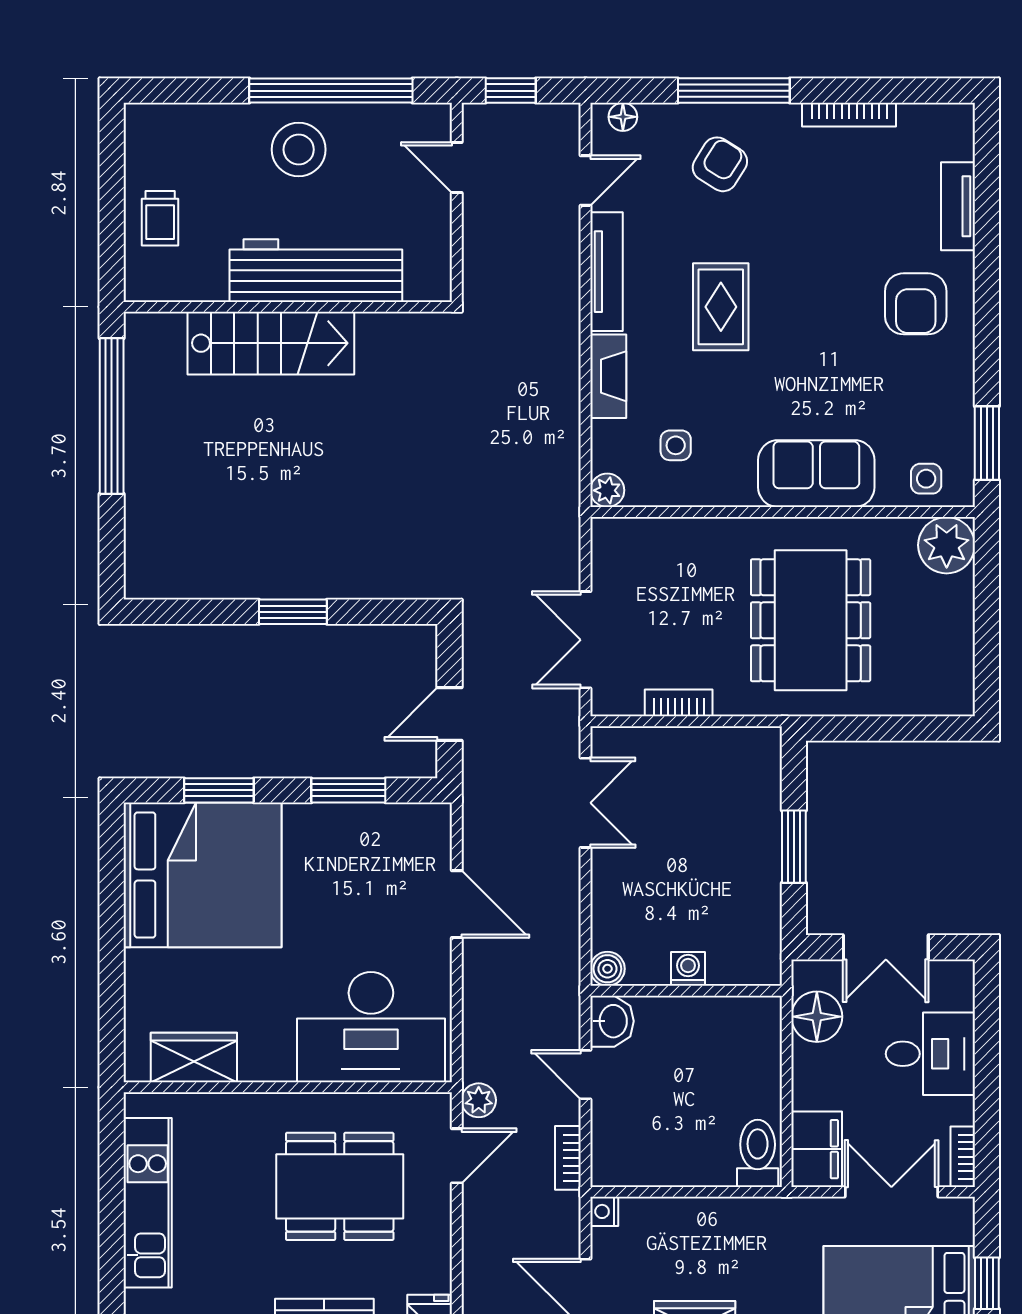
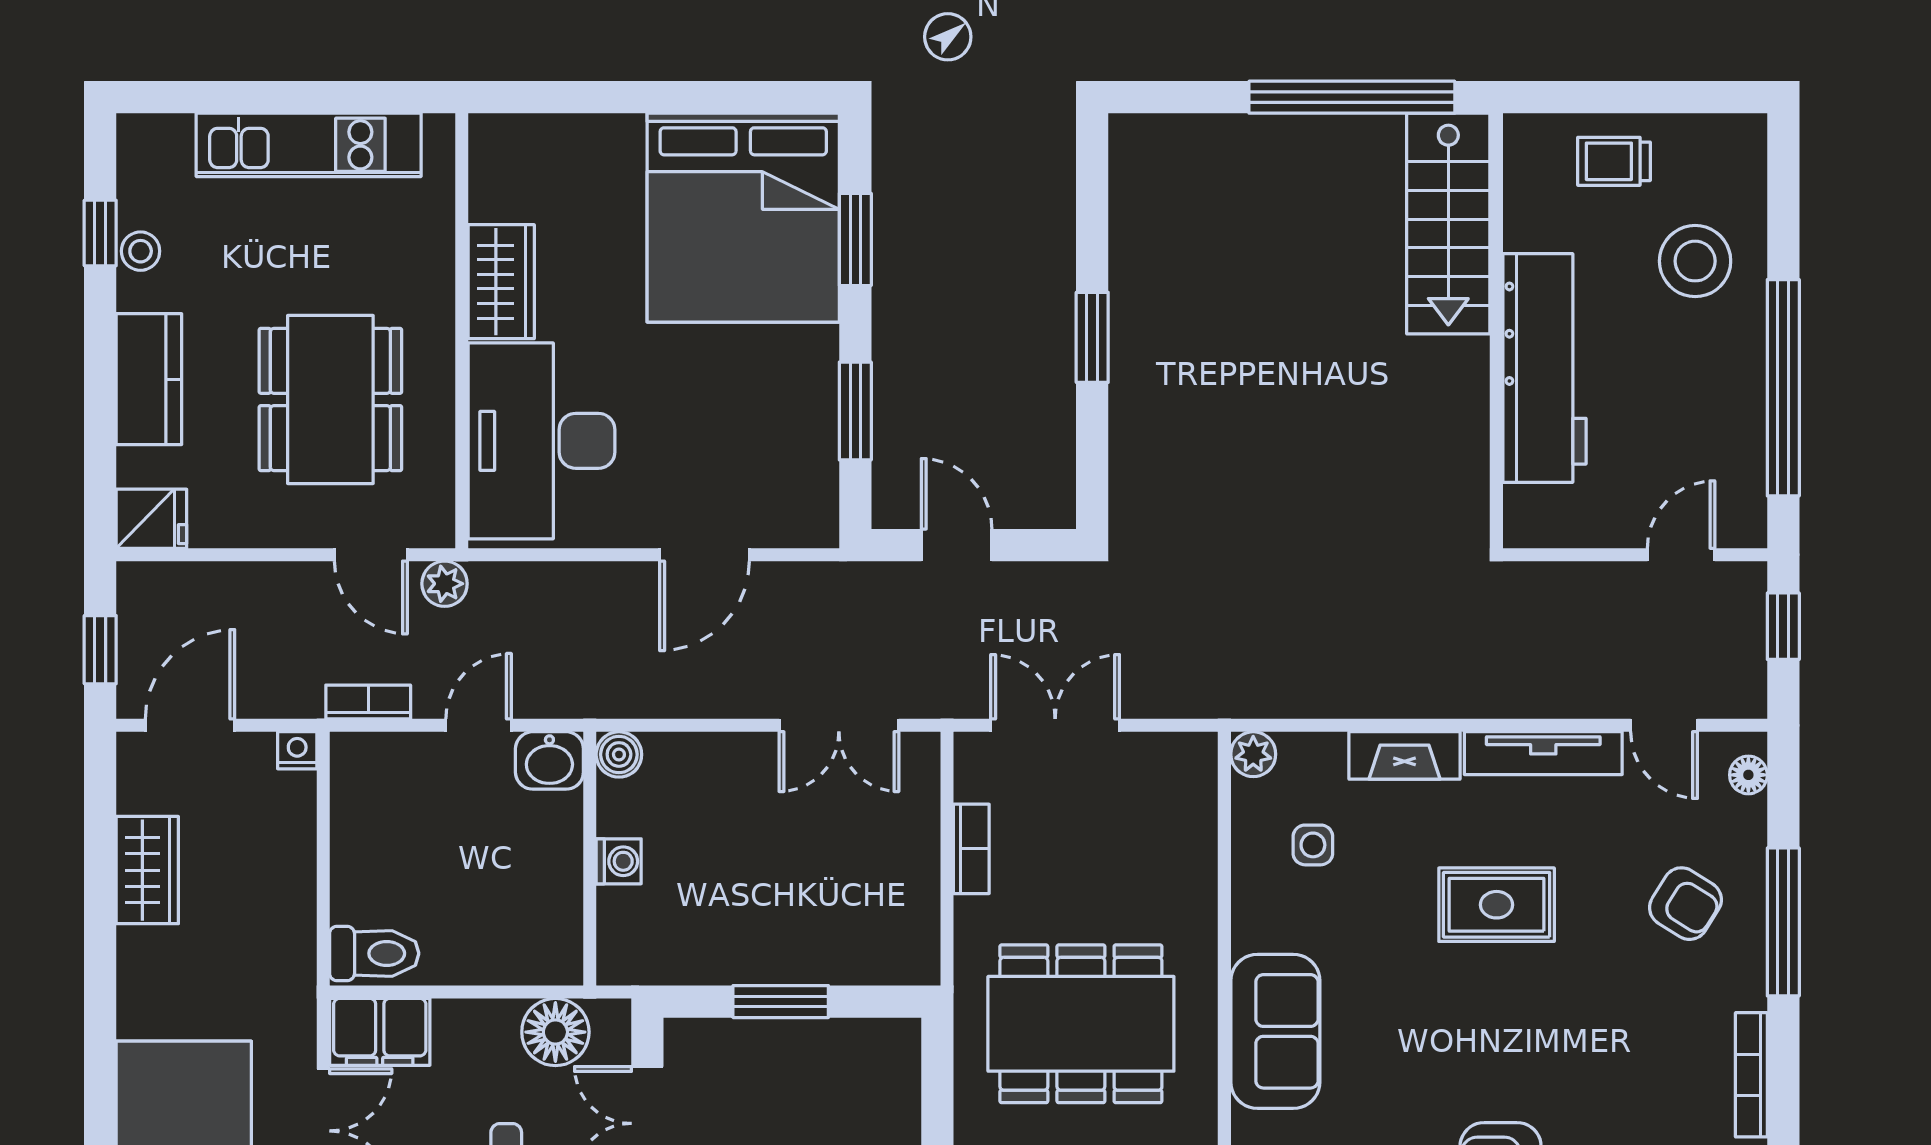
stool: (299, 150) -> (1695, 261), moved
stairs: (271, 343) -> (1448, 224), moved
wardrobe: (194, 1057) -> (501, 282), moved

